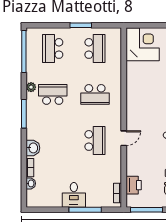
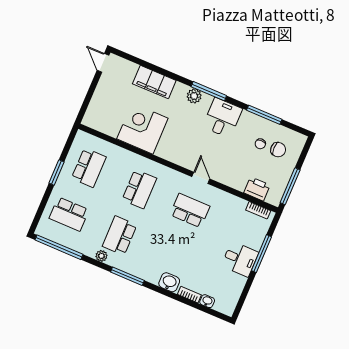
corner desk: (143, 44) -> (142, 129), moved
school desk: (95, 48) -> (89, 168), turned 90

